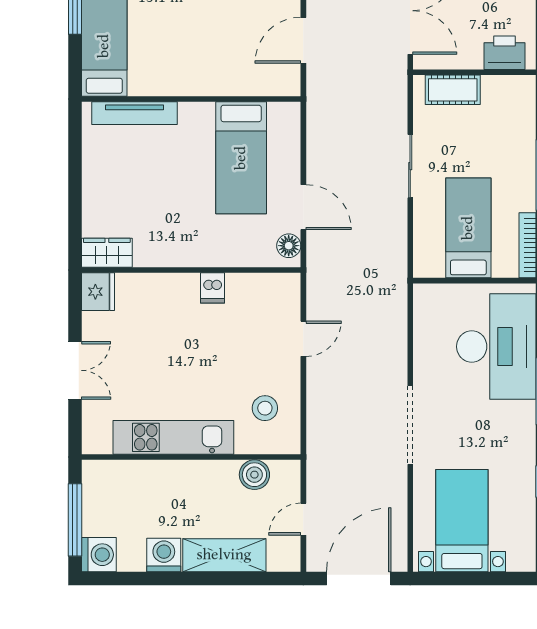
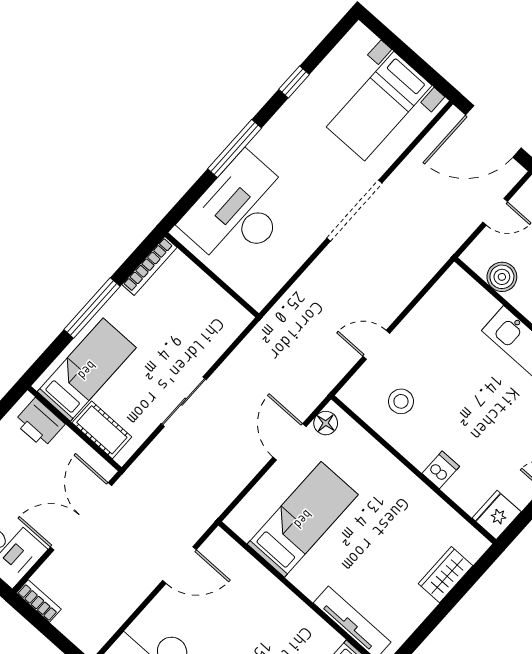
bed: (468, 228) -> (87, 370), moved, turned 180
wardrobe: (107, 253) -> (445, 575), moved, turned 90
dishwasher: (212, 288) -> (441, 470), moved
stool: (265, 408) -> (401, 401), moved

